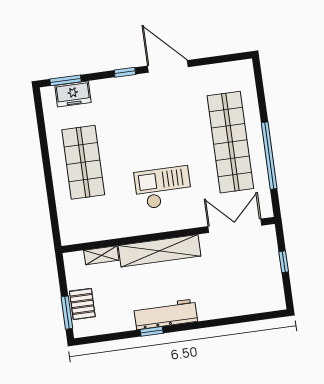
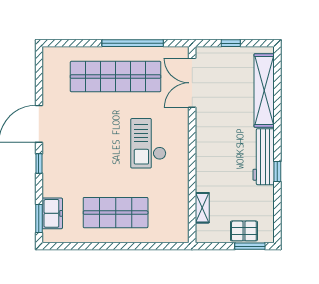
shelving: (160, 251) -> (264, 90), moved

